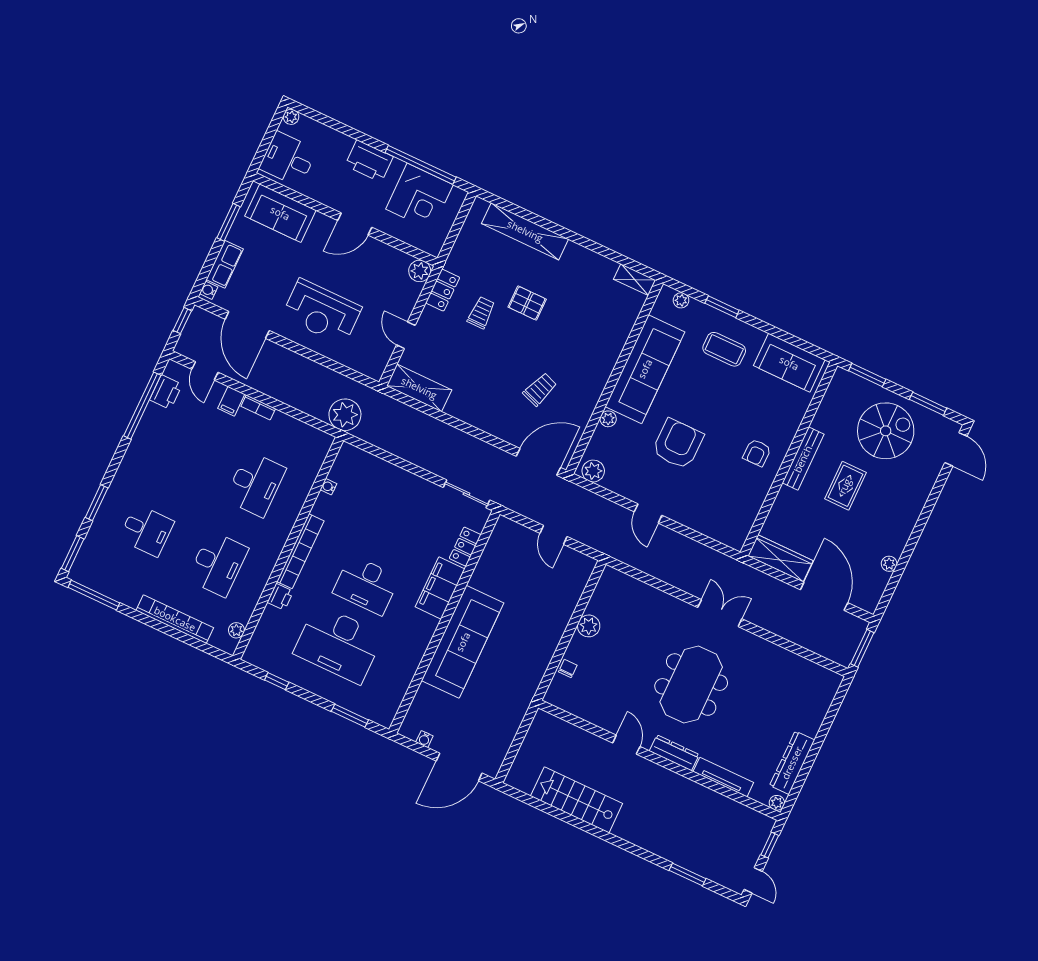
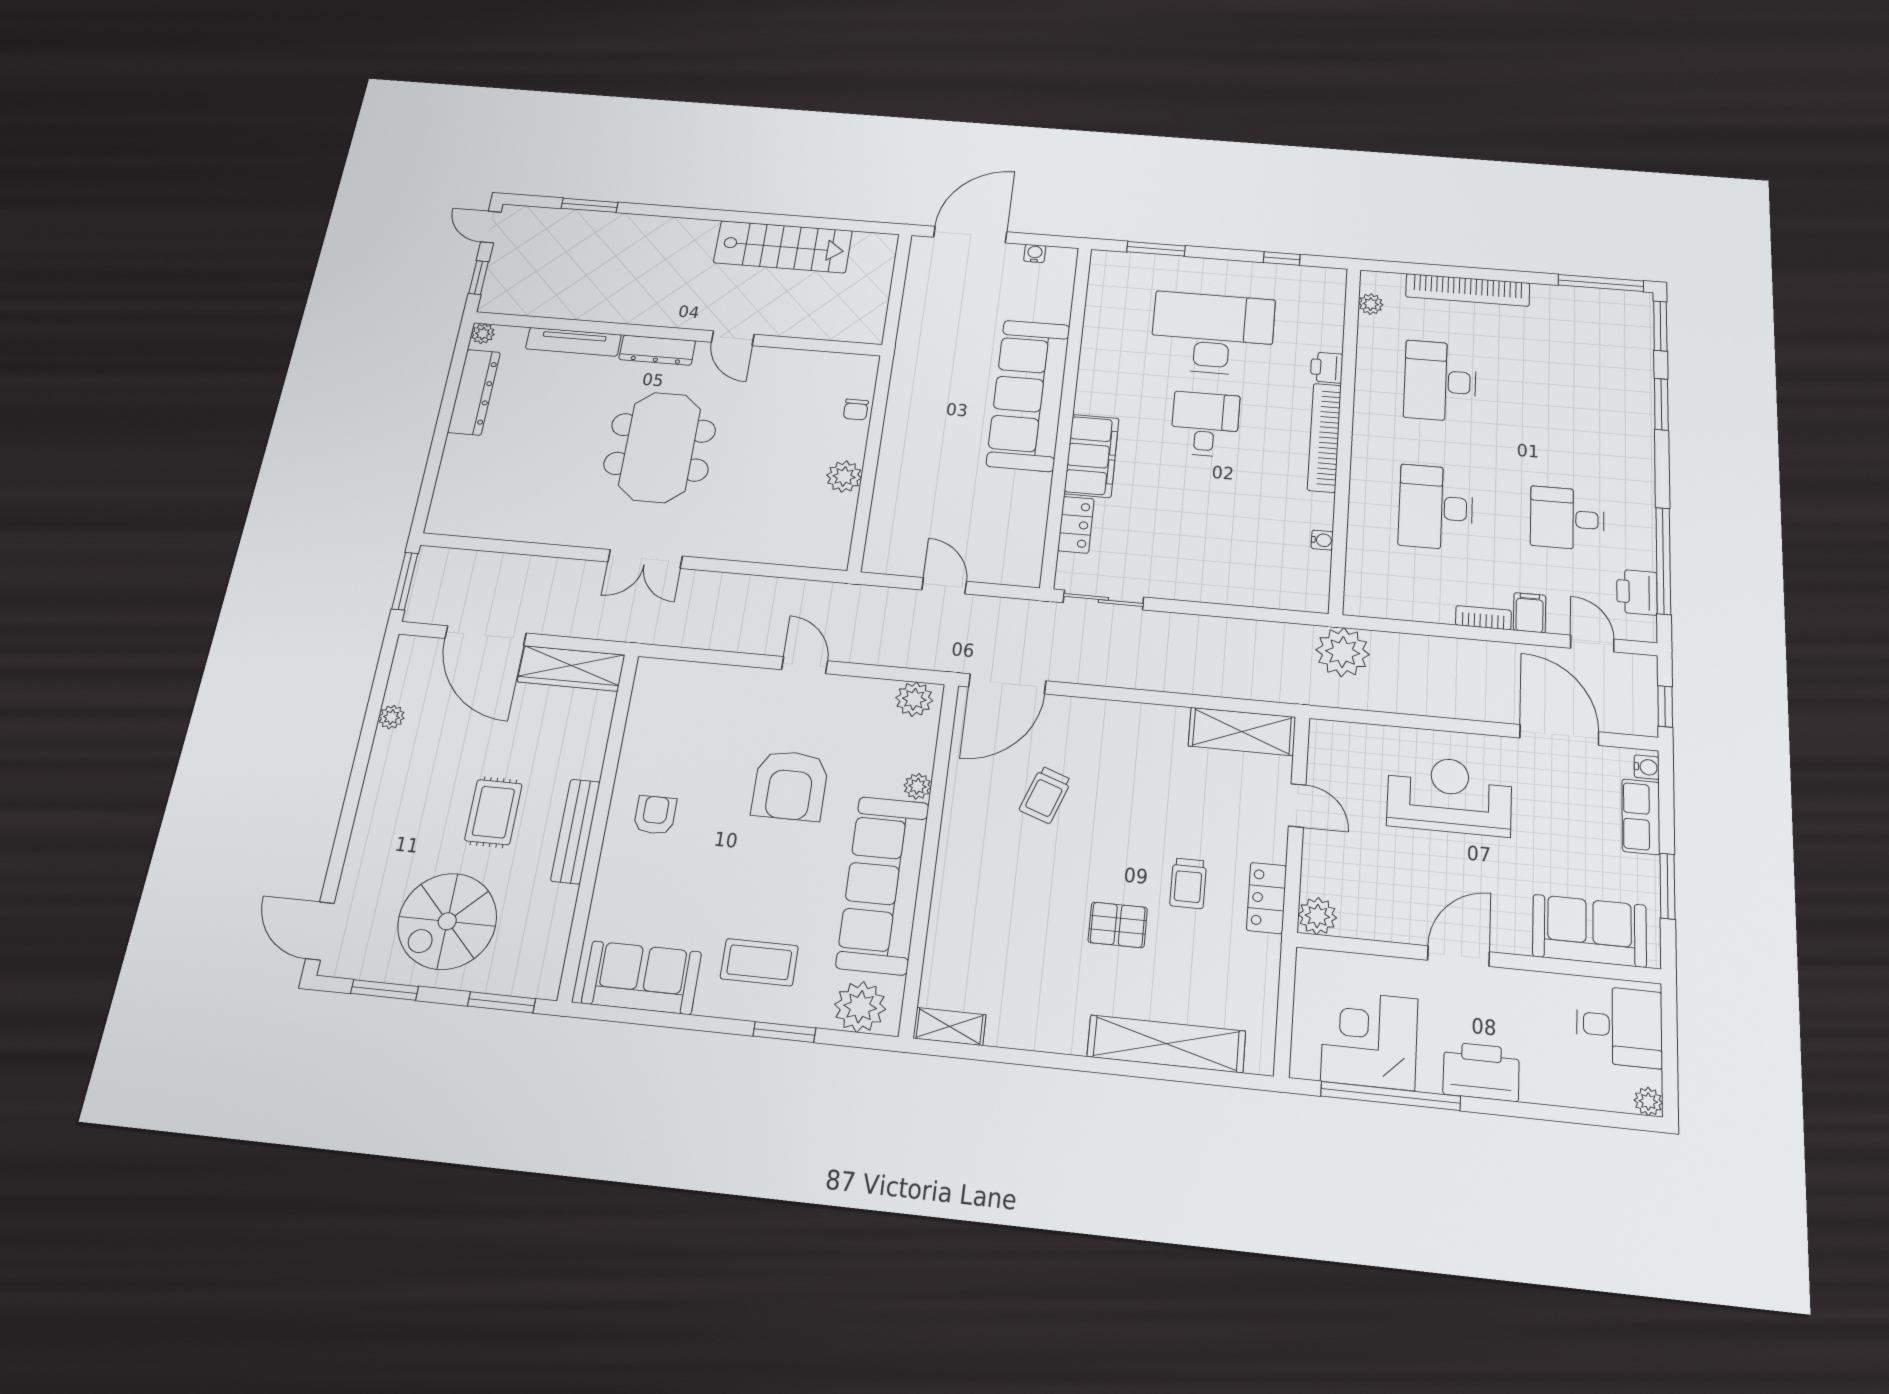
plant: (681, 300) -> (860, 1007), width x1.88, depth x1.88
desk: (146, 530) -> (1567, 518), moved
desk: (366, 585) -> (1205, 424), width x0.73

